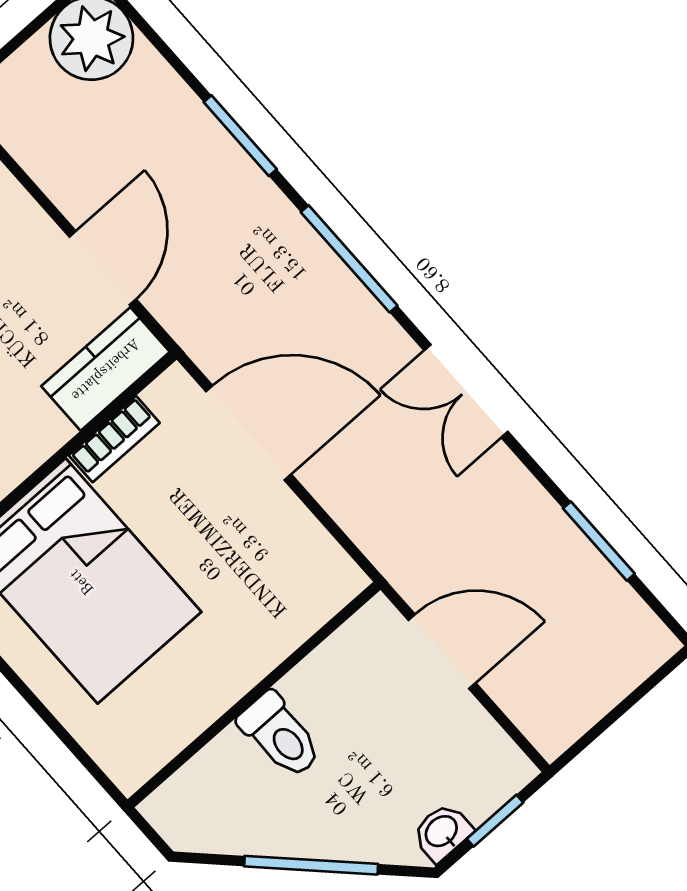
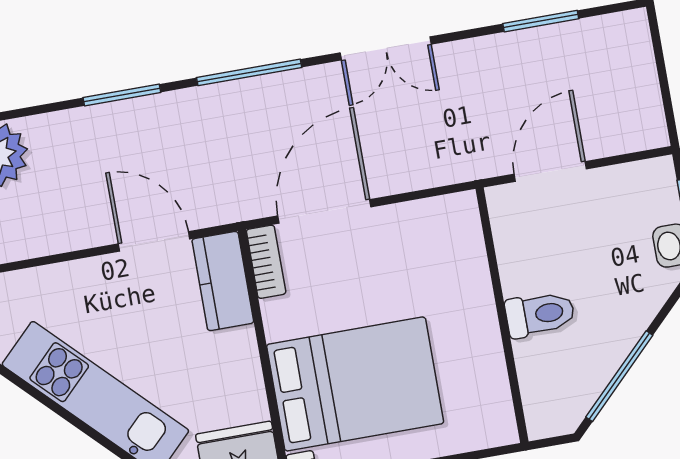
bookcase: (114, 439) -> (266, 262), moved
window: (311, 865) -> (619, 376), moved

